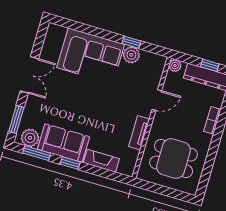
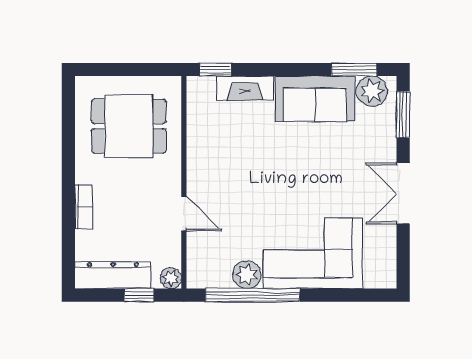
window: (131, 42) -> (253, 295), width x3.17
window: (210, 65) -> (139, 295), moved
door: (157, 100) -> (184, 213), swing flipped
tv unit: (139, 133) -> (197, 152), removed
window: (70, 163) -> (215, 69), moved

